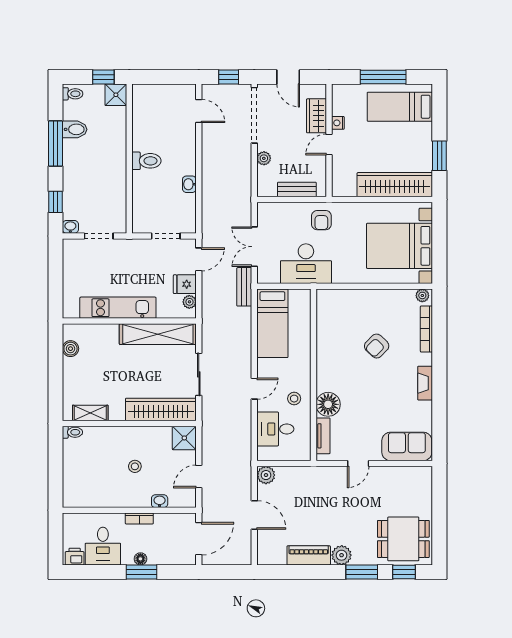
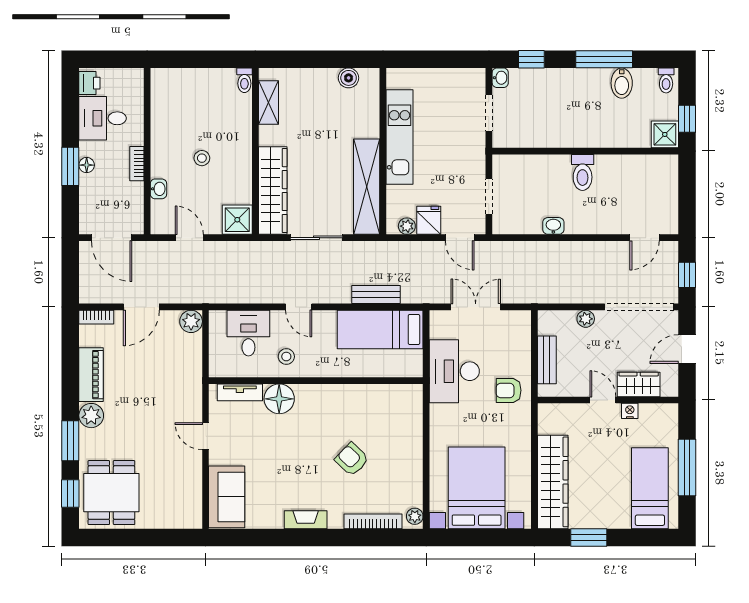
bench: (244, 287) -> (376, 294), moved
bookcase: (263, 551) -> (96, 317), added

